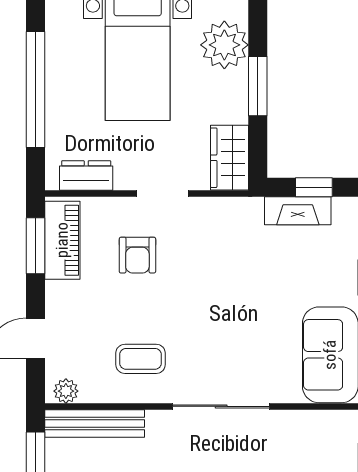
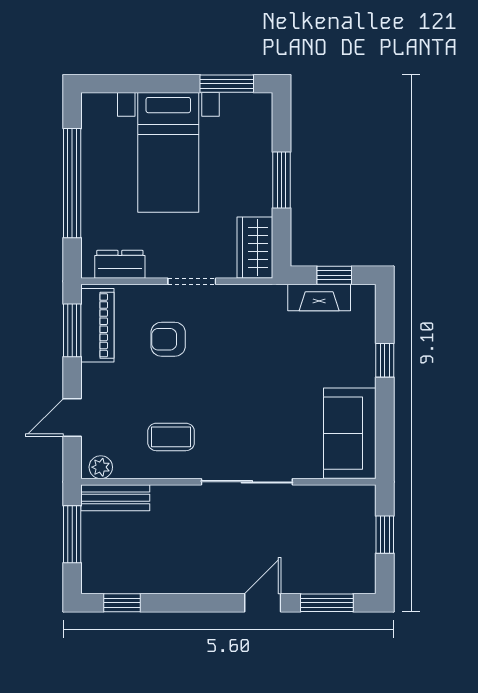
plant: (224, 45) -> (250, 141), removed
armchair: (137, 255) -> (168, 339), turned 90
bench: (95, 423) -> (115, 498), width x0.73

